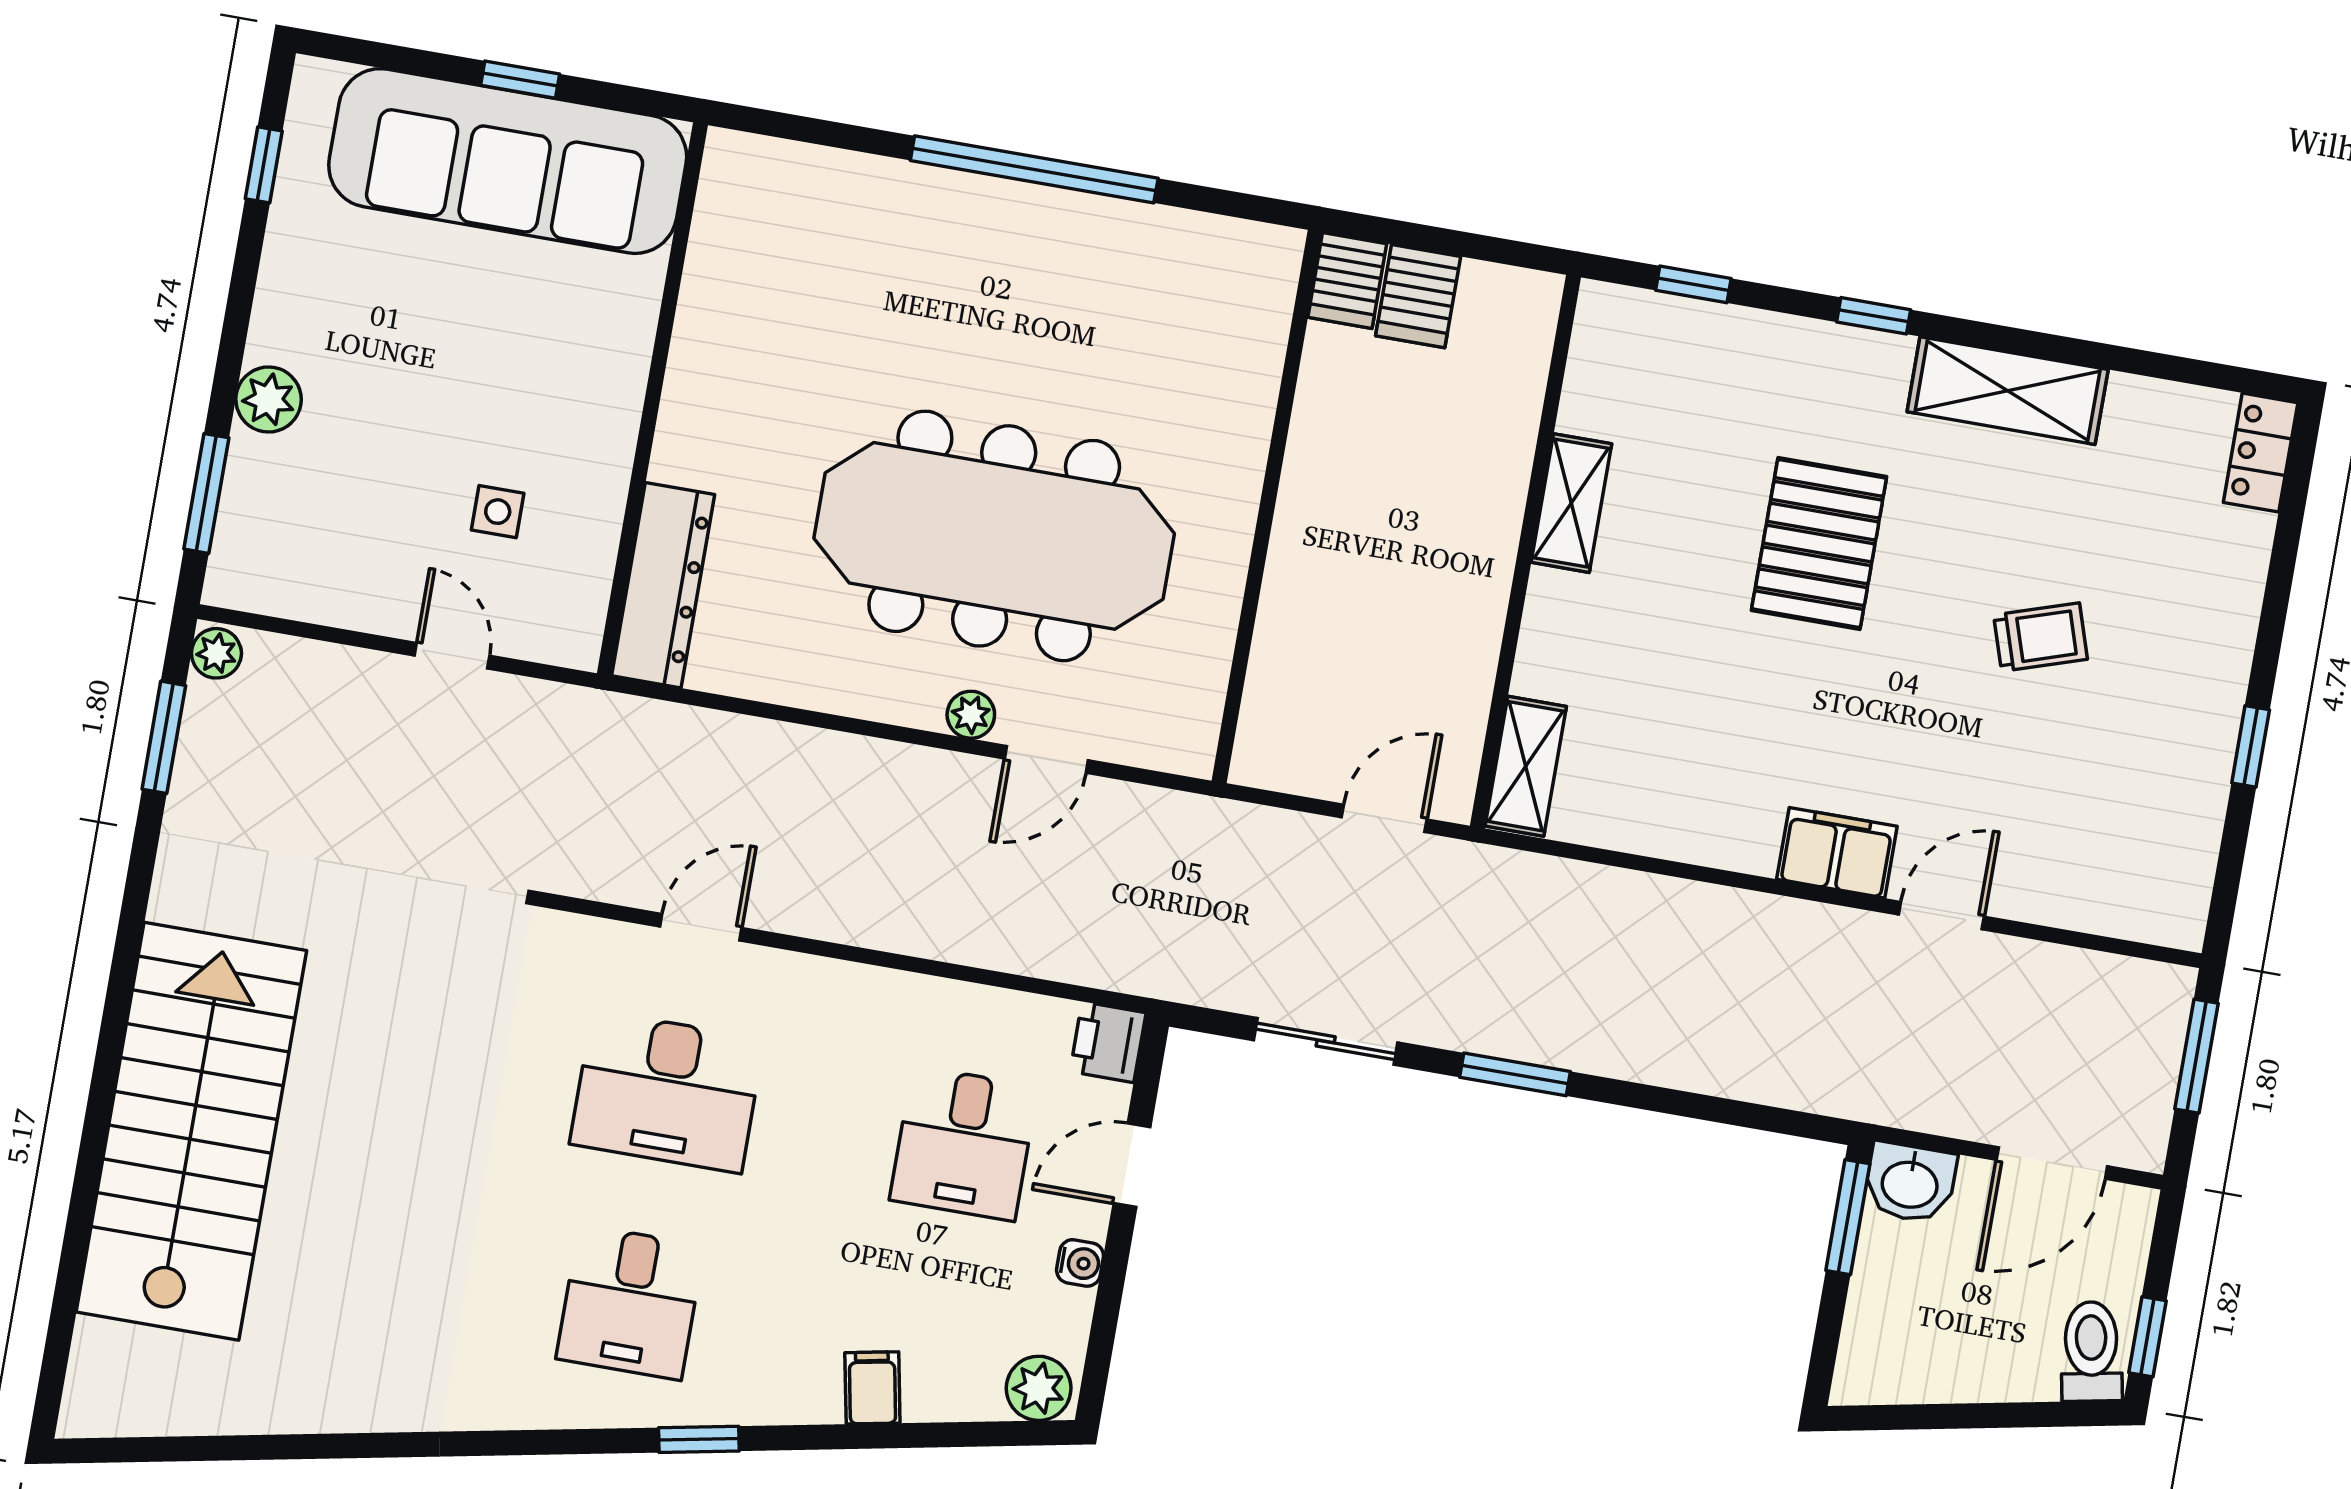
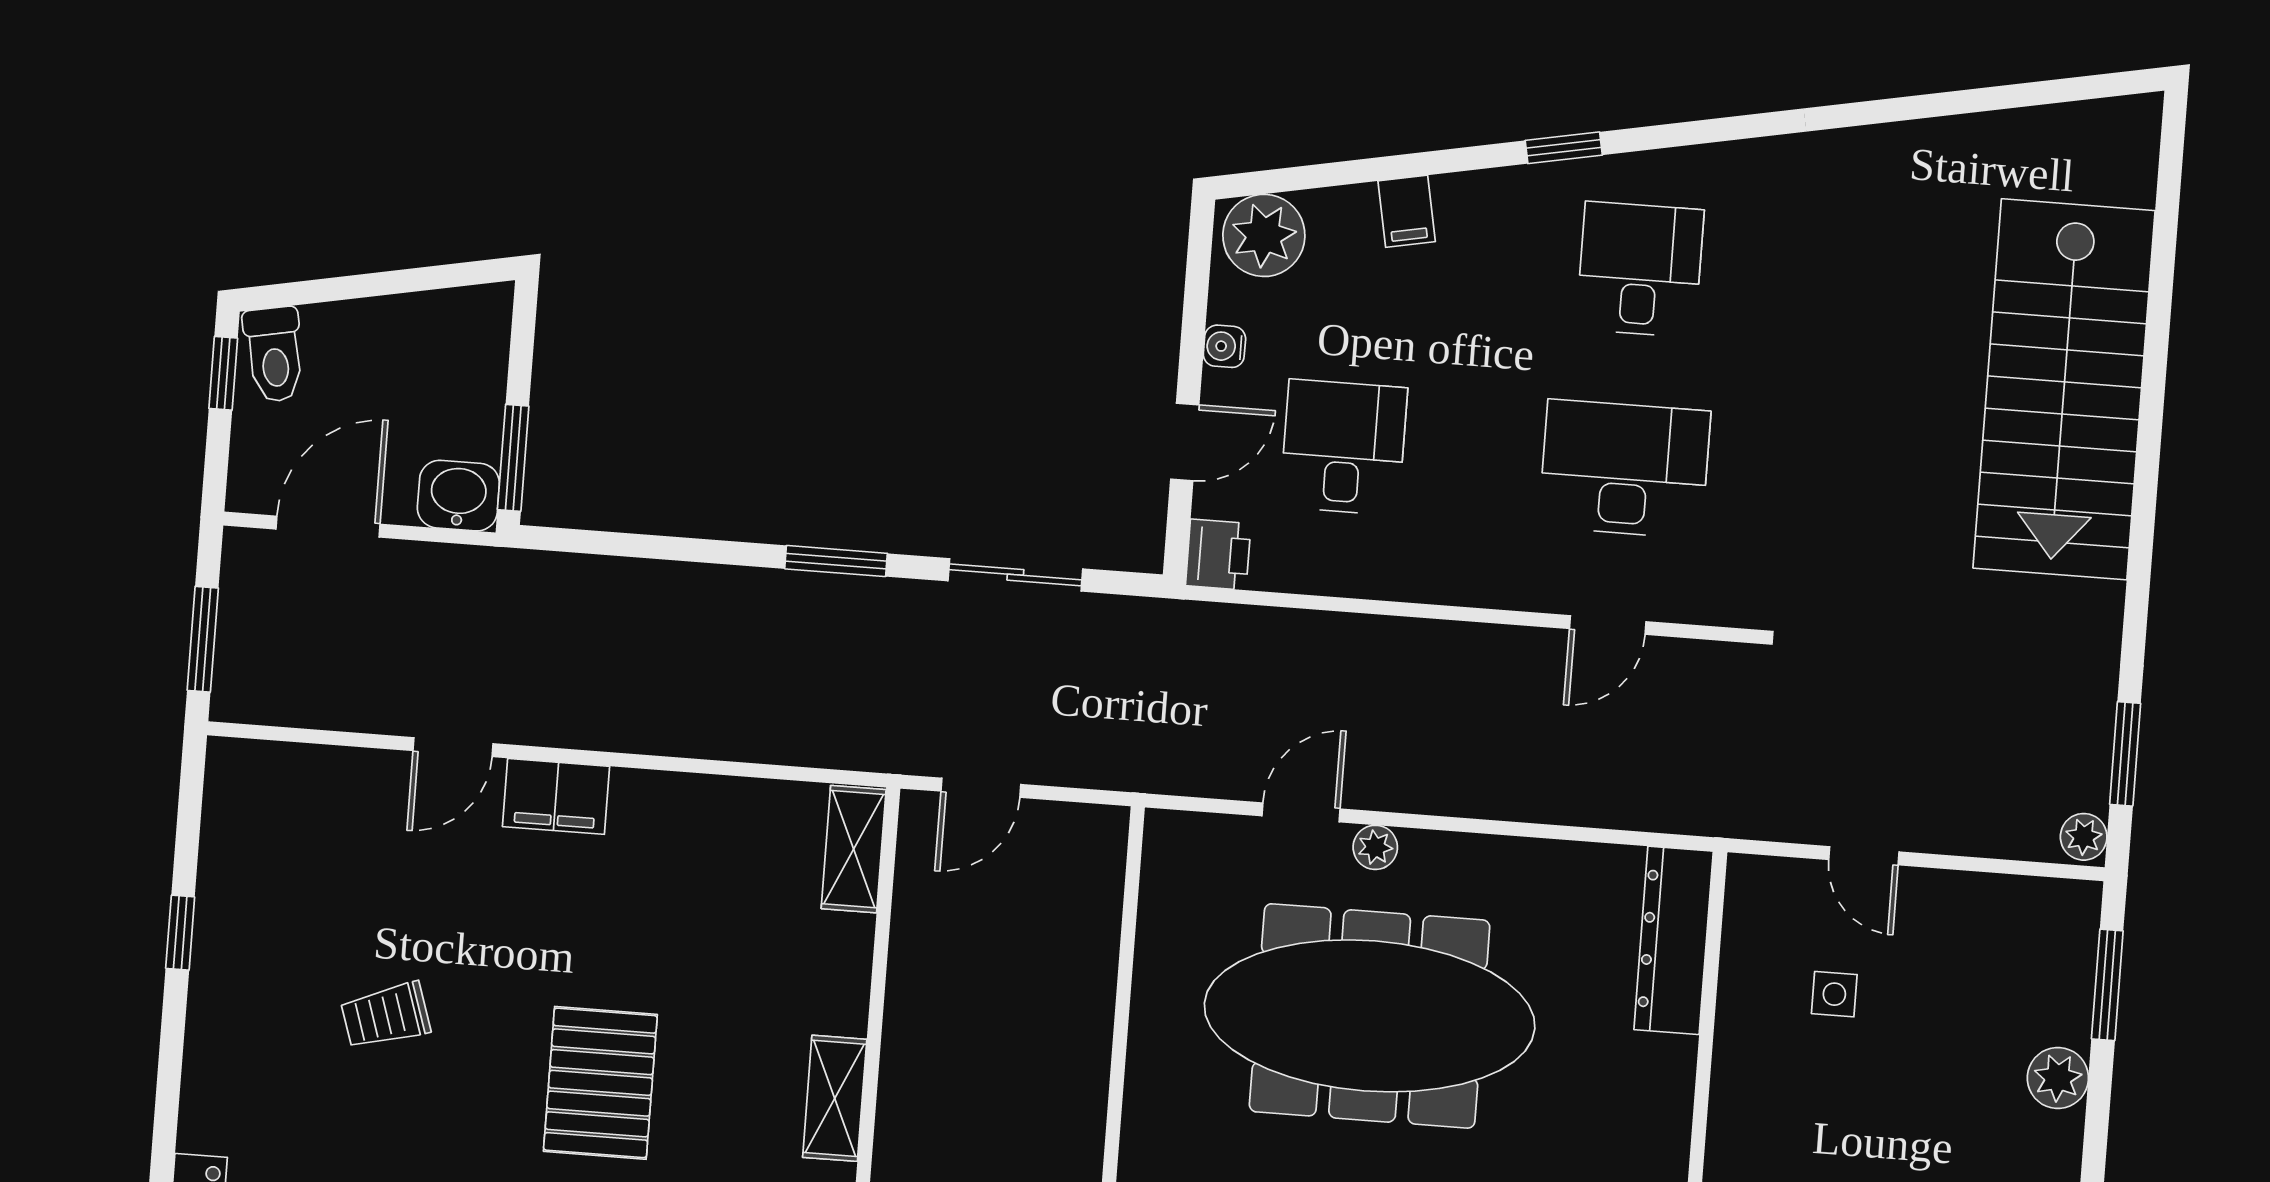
plant: (1039, 1388) -> (1264, 235), width x1.36, depth x1.36

